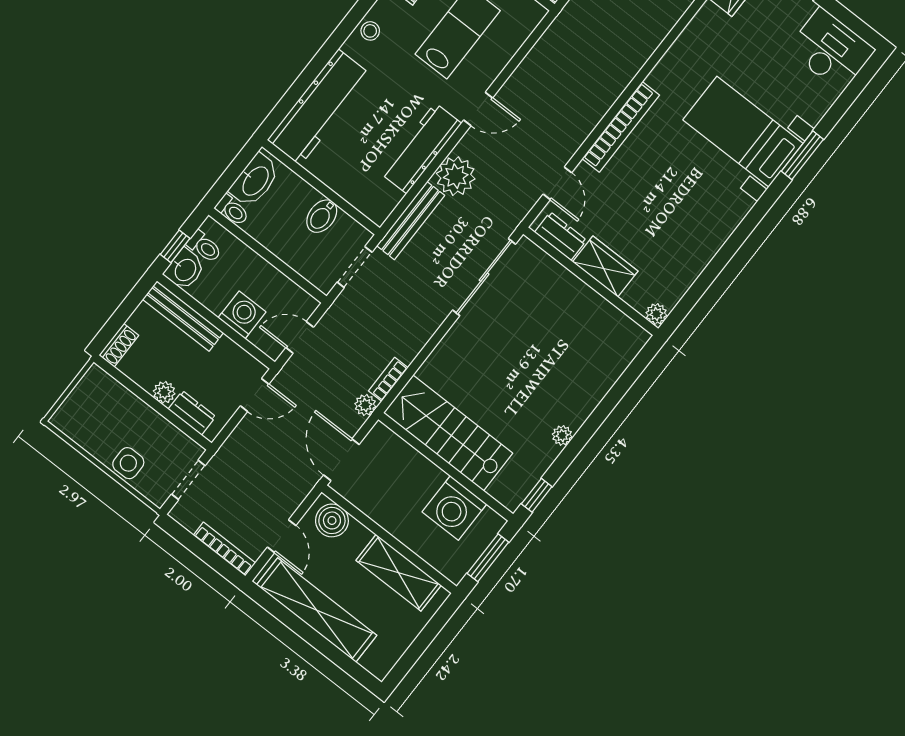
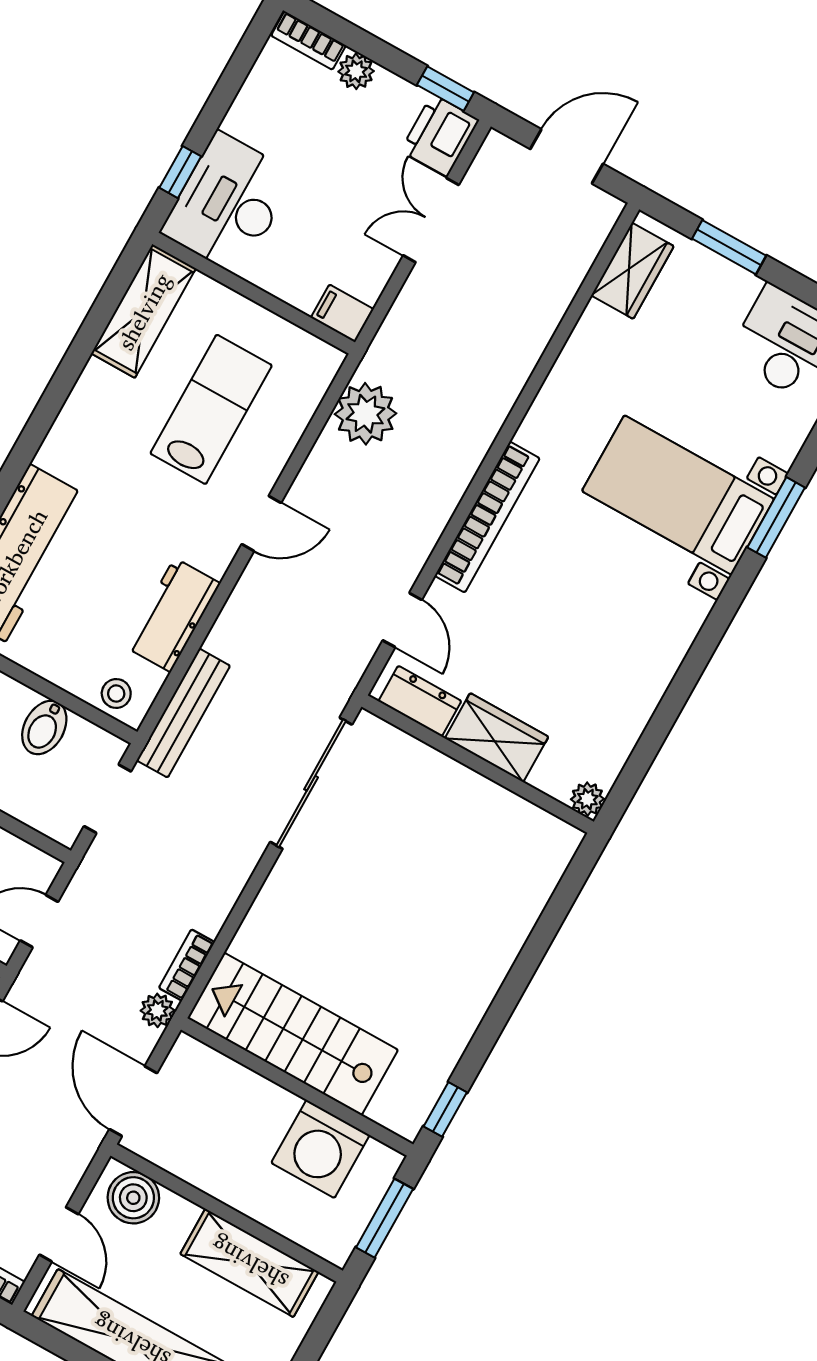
stool: (370, 31) -> (116, 694), moved
workbench: (421, 148) -> (173, 615), width x0.73
plant: (456, 176) -> (365, 414), moved
plant: (562, 435) -> (470, 1010), removed

